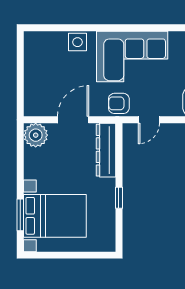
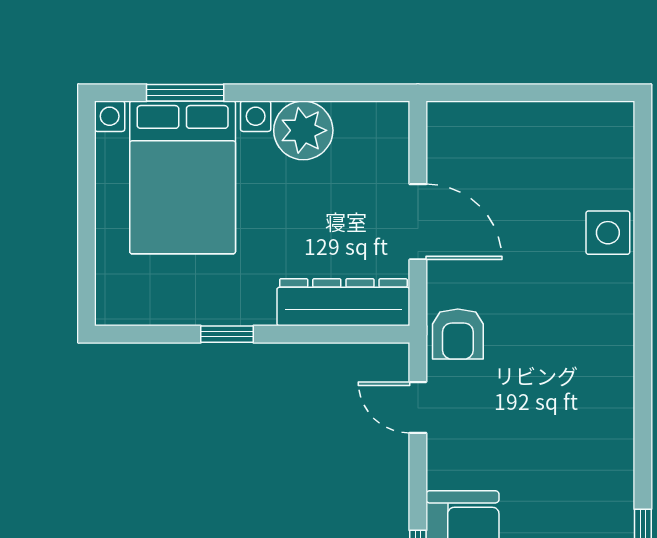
corner sofa: (132, 57) -> (573, 367), removed
armchair: (119, 103) -> (458, 334), turned 180
plant: (36, 135) -> (303, 130), moved

